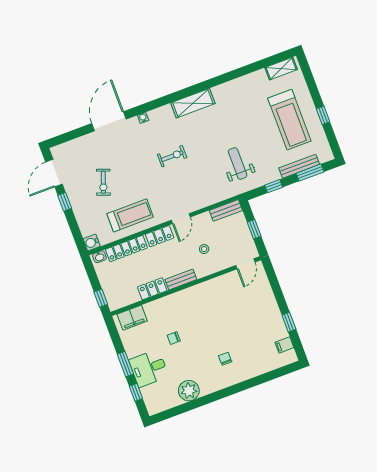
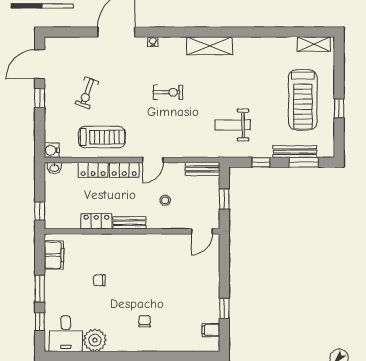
weight bench: (238, 163) -> (232, 125), turned -90
locker: (126, 249) -> (93, 170), width x0.66
filing cabinet: (132, 318) -> (54, 255), moved, turned -90
desk: (149, 368) -> (66, 334), moved, turned -90

